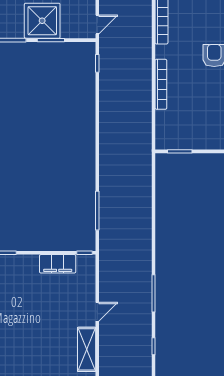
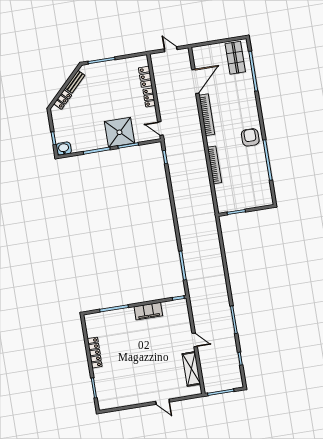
door: (97, 25) -> (160, 129), swing flipped
filing cabinet: (58, 264) -> (148, 311), moved
door: (97, 312) -> (195, 340), hinge flipped

